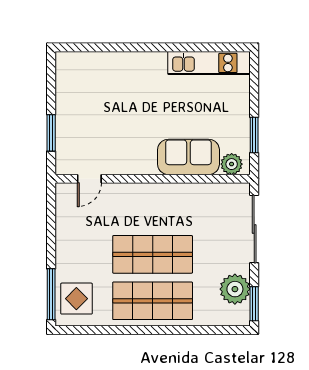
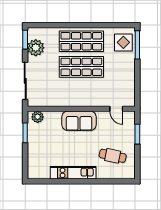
kitchen unit: (209, 63) -> (73, 173), moved
cafe table: (96, 94) -> (113, 156), added
sofa: (188, 157) -> (79, 121), moved
door: (89, 179) -> (116, 109), swing flipped

